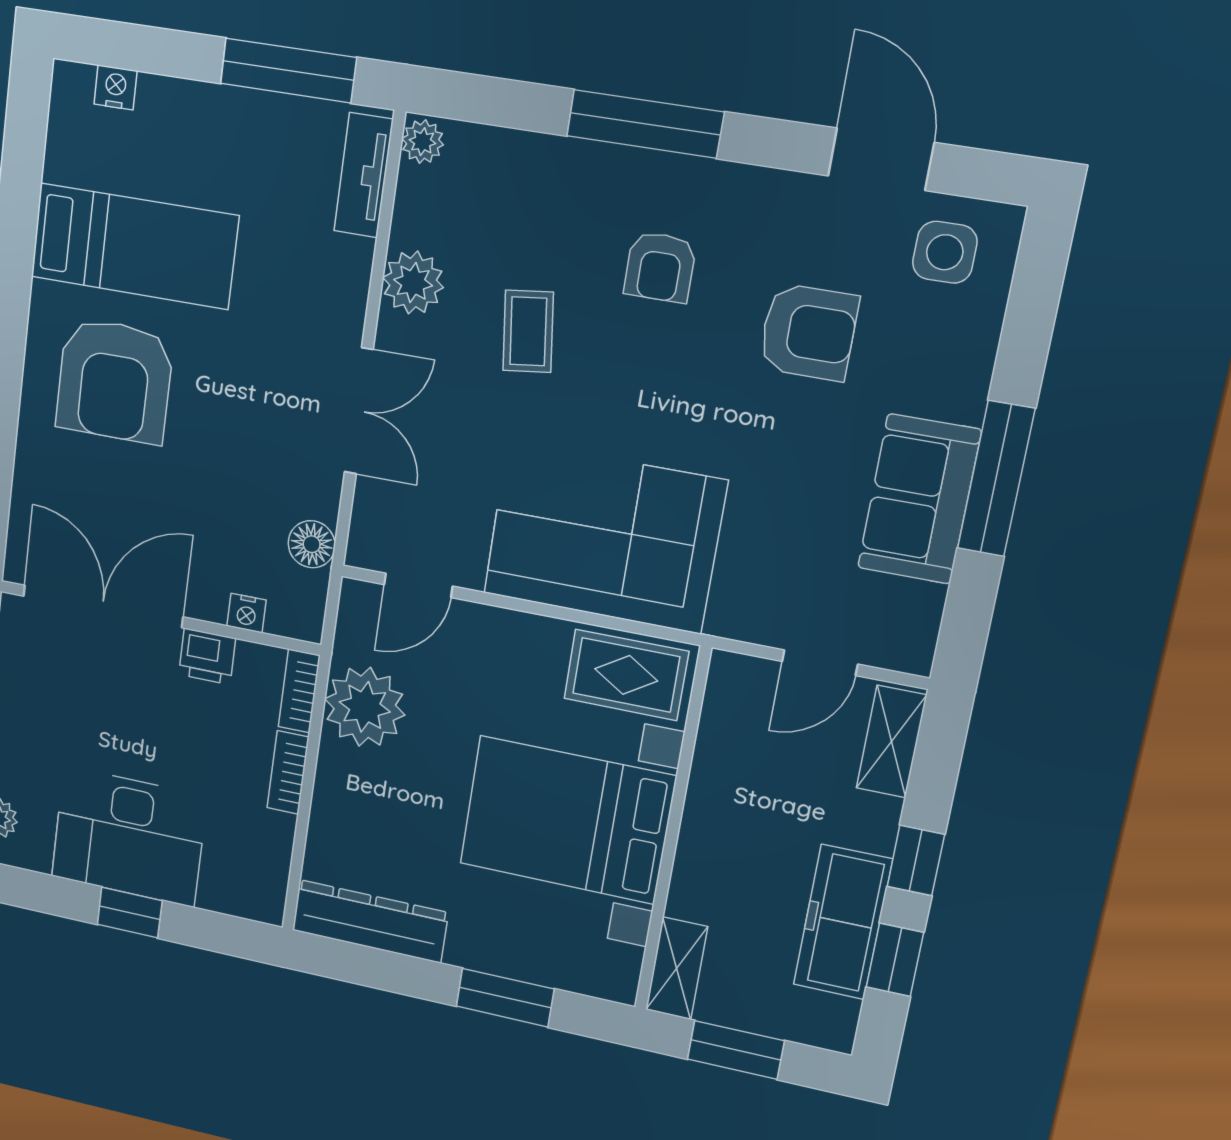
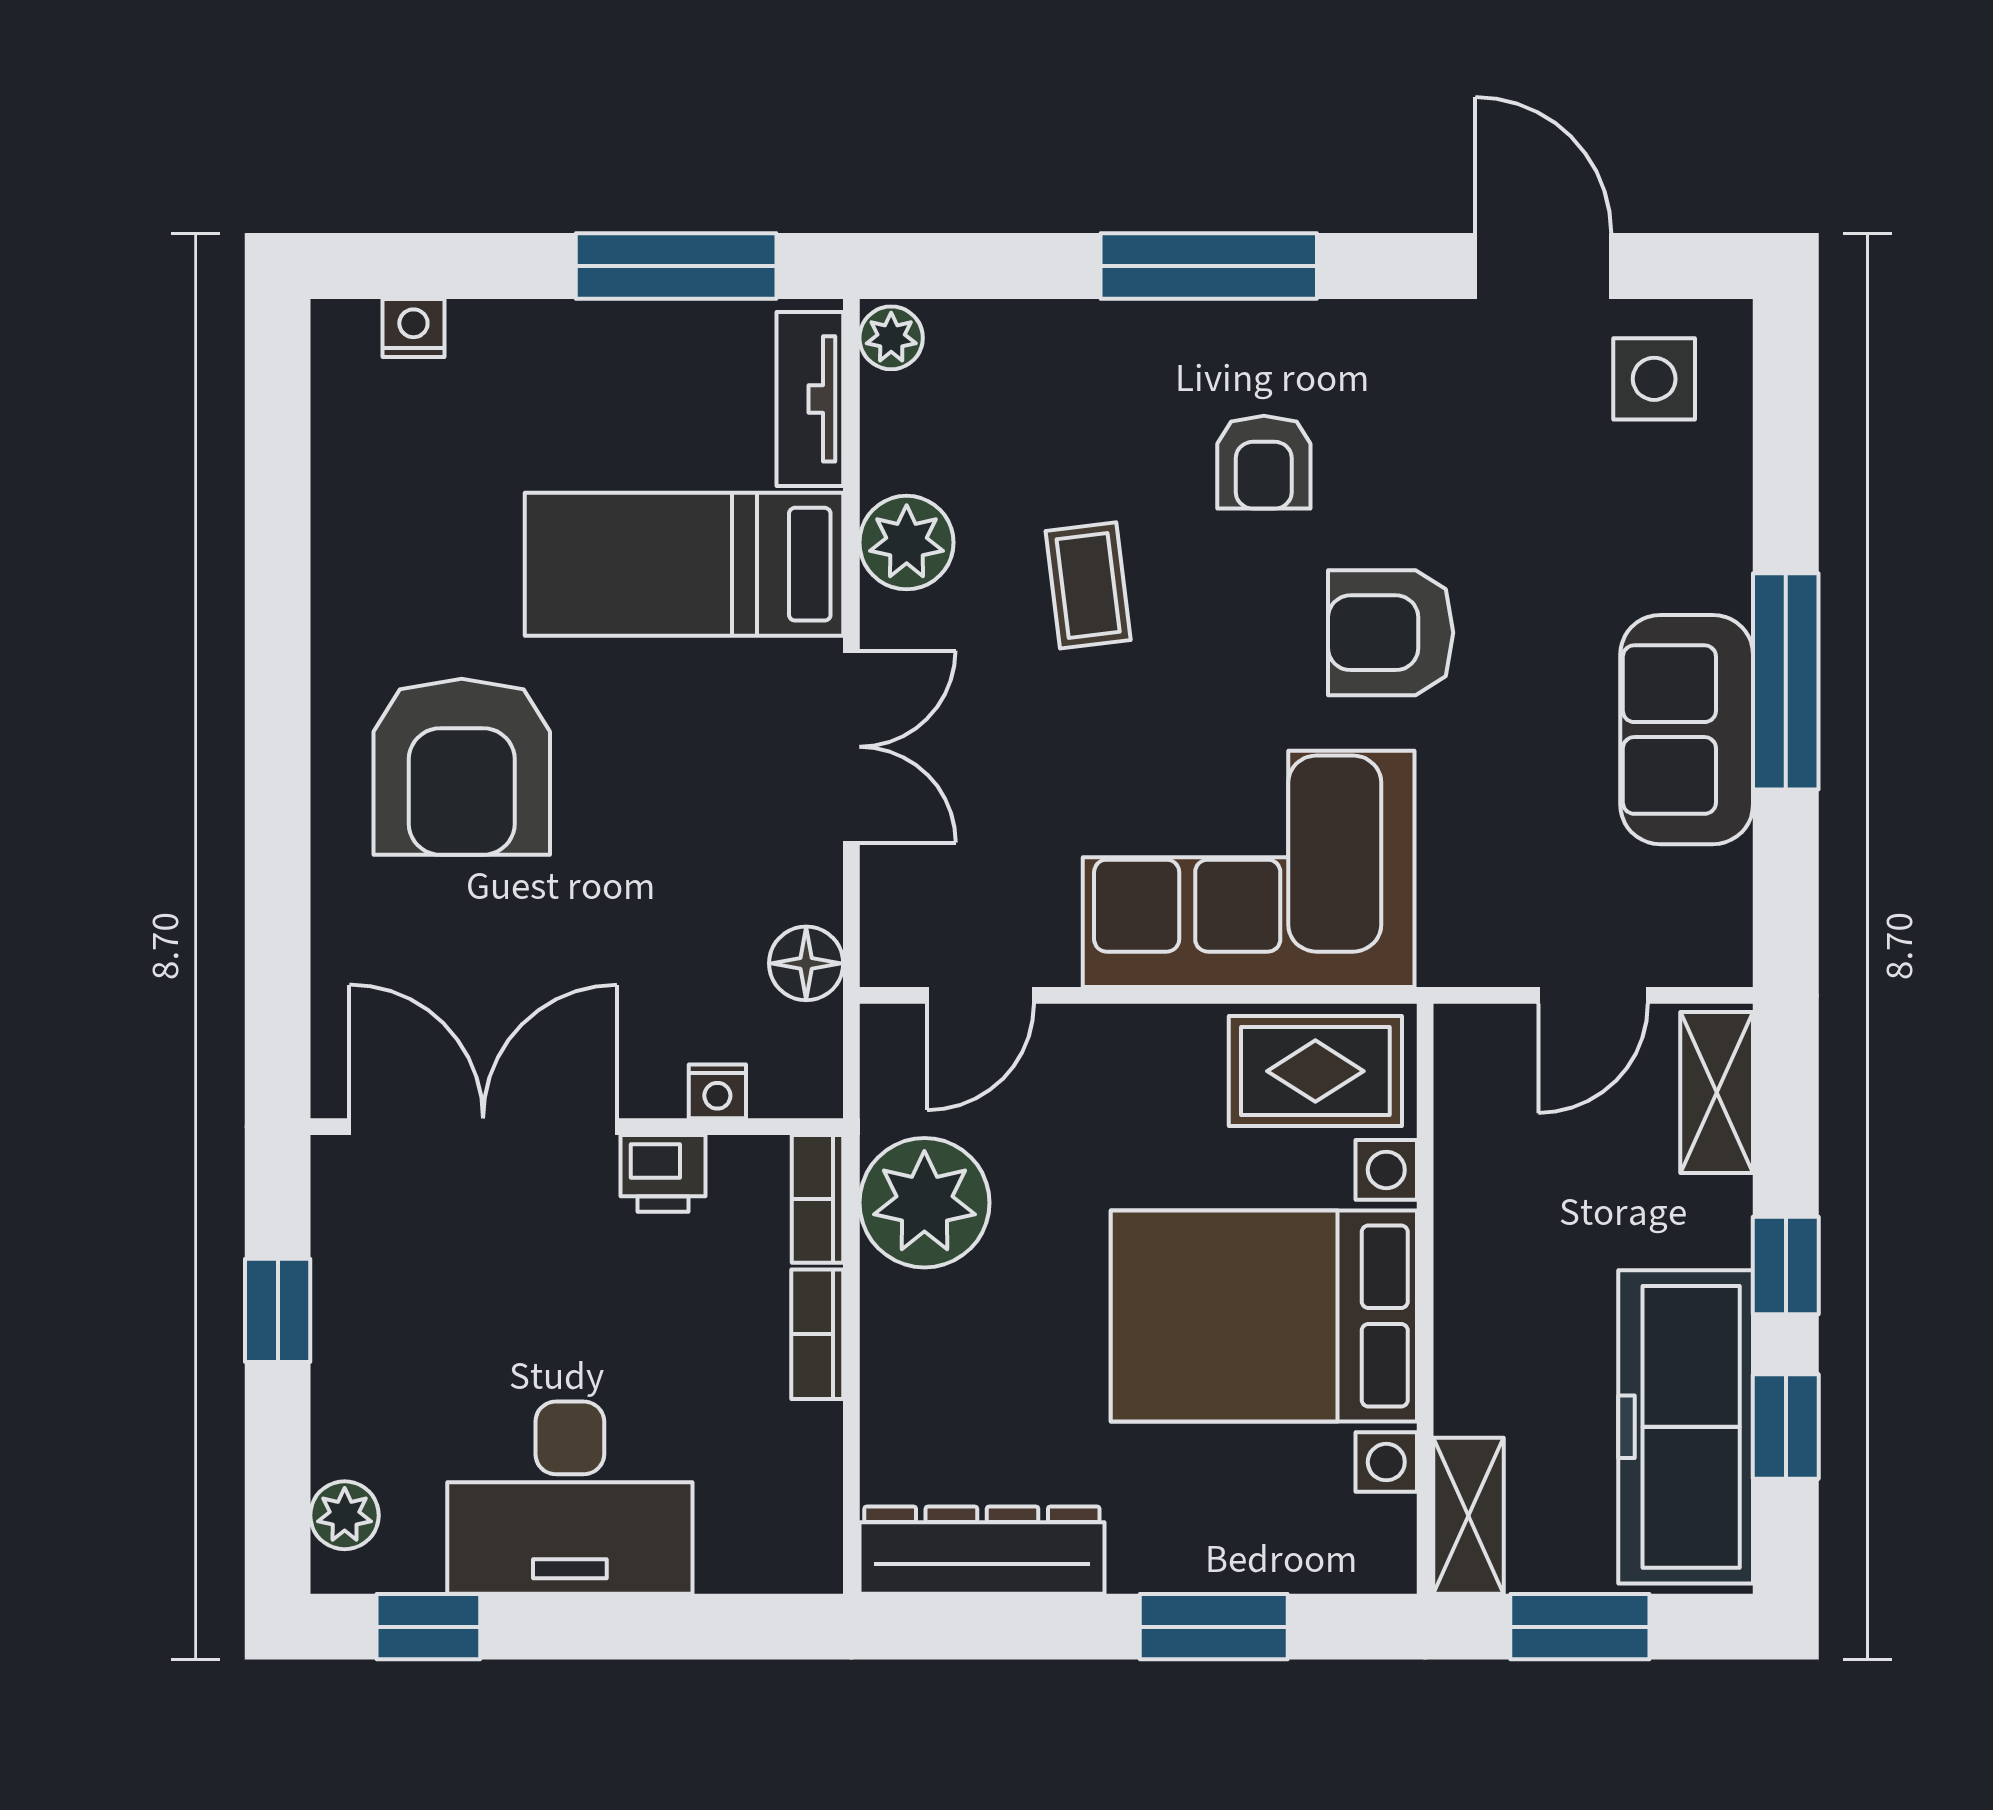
bed: (134, 246) -> (684, 564), moved, turned 180
armchair: (808, 332) -> (1391, 633), moved, turned 180
window: (130, 913) -> (428, 1627), moved
freezer: (843, 922) -> (1686, 1427), width x1.36, depth x1.26

